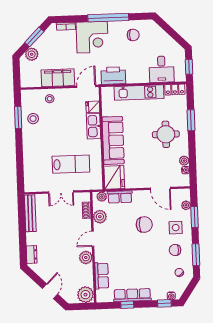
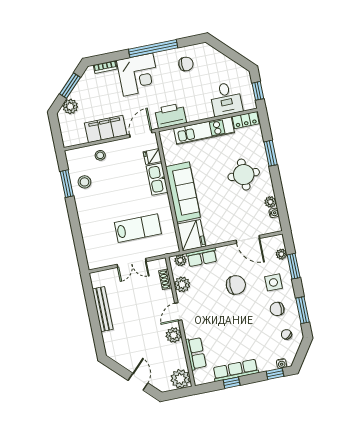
bench: (30, 213) -> (103, 309), moved
dresser: (32, 255) -> (109, 342), removed

